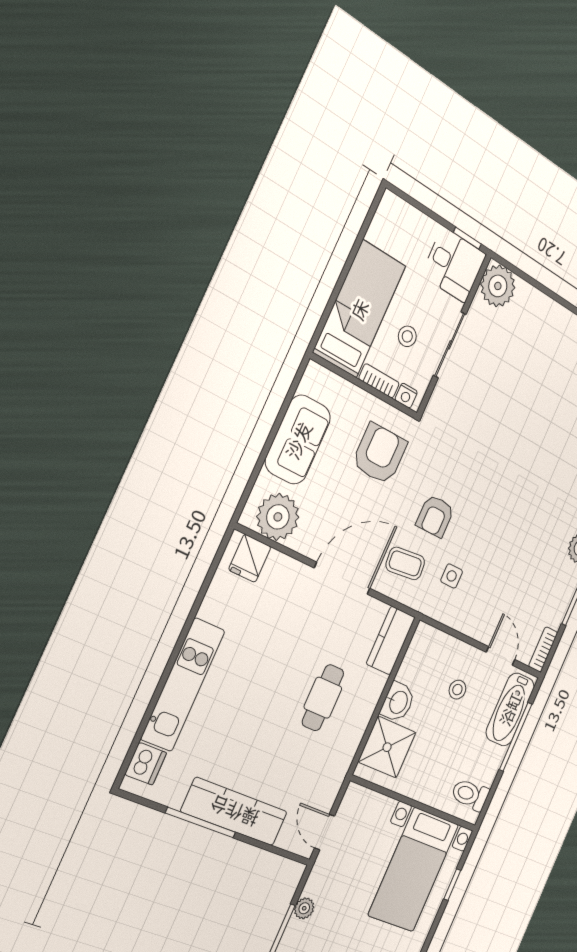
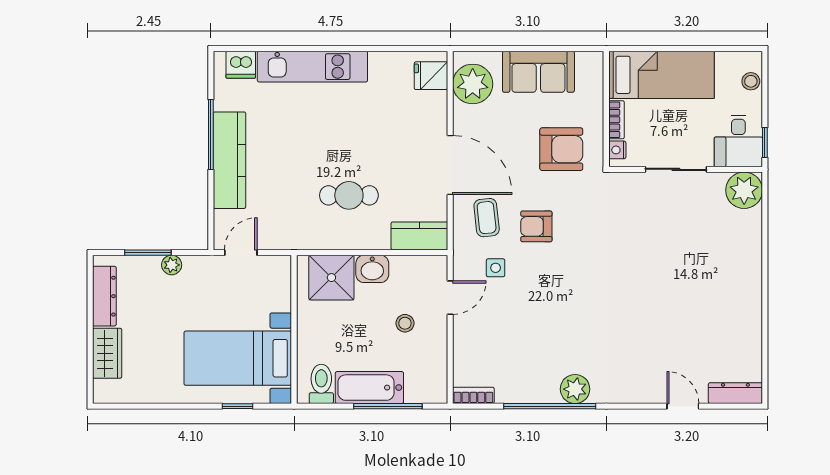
stool: (407, 336) -> (751, 81), moved
door: (501, 656) -> (450, 298), moved
bathtub: (510, 709) -> (369, 388), moved

